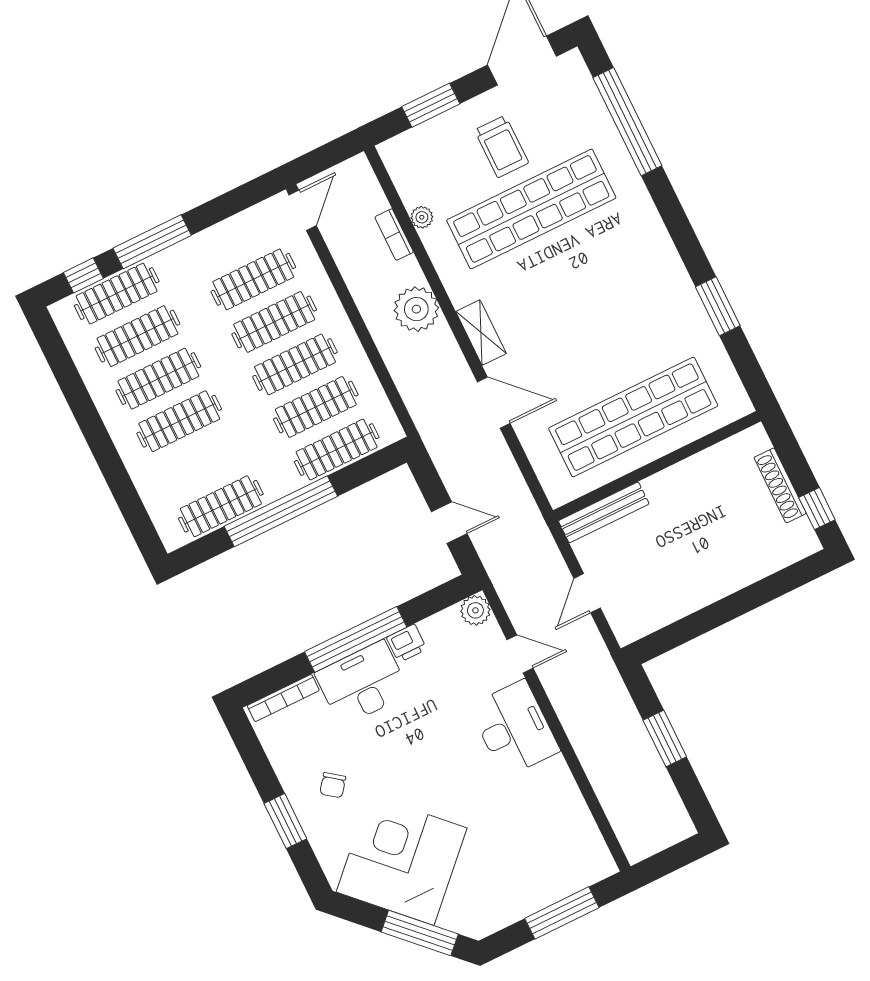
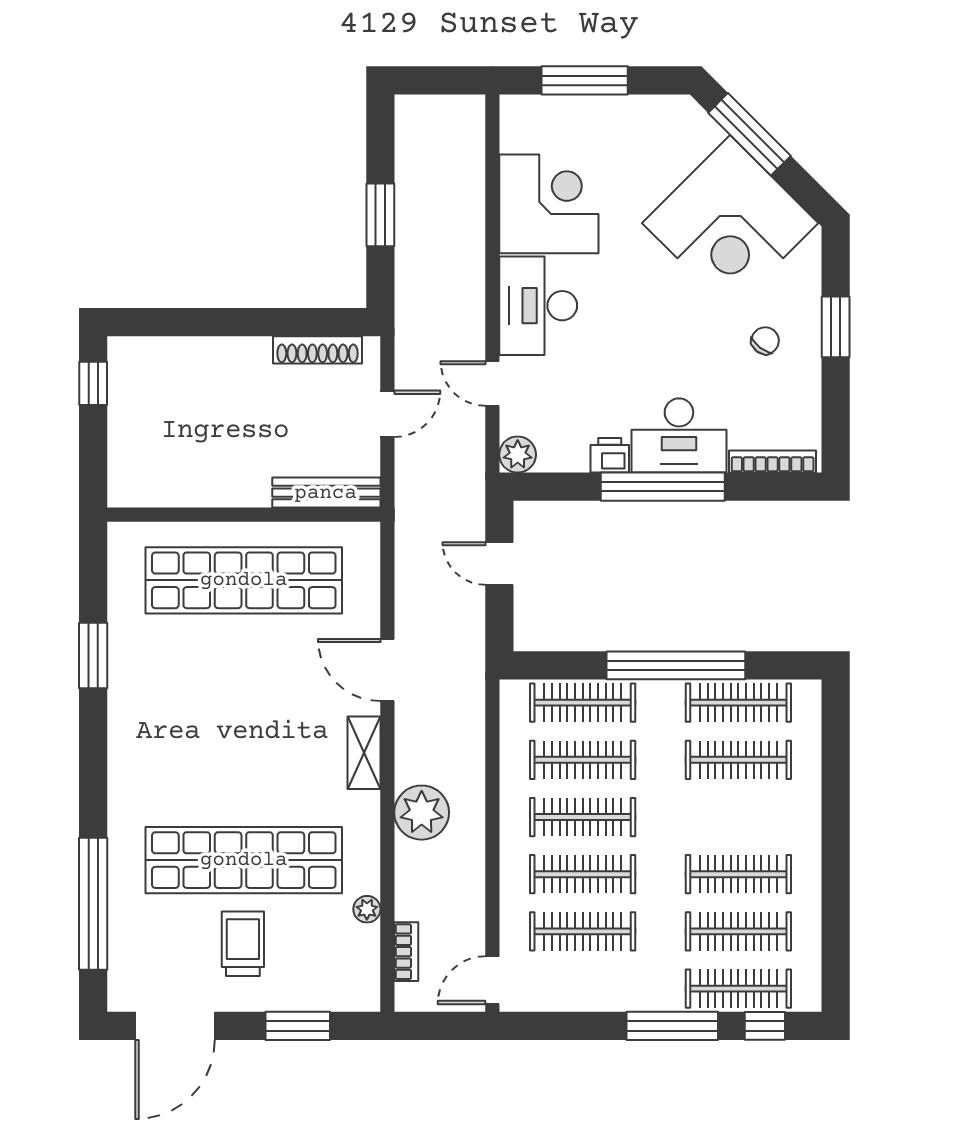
bookcase: (394, 235) -> (406, 952), moved
clothes rail: (179, 421) -> (738, 760), moved
shoe rack: (780, 485) -> (318, 350), moved, turned 90
corner desk: (543, 808) -> (549, 204), added

